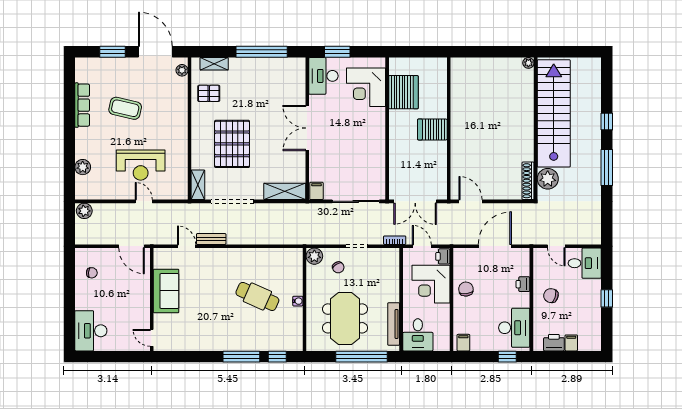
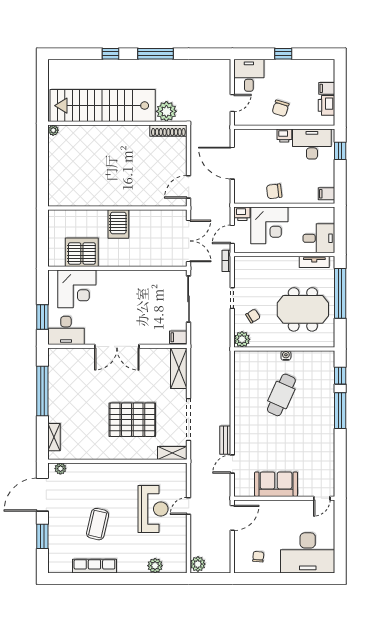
pallet: (209, 93) -> (83, 442), removed
printer: (523, 284) -> (284, 136), moved
tv unit: (394, 324) -> (314, 262), width x0.71
desk: (91, 331) -> (308, 553), width x1.36, depth x1.30

